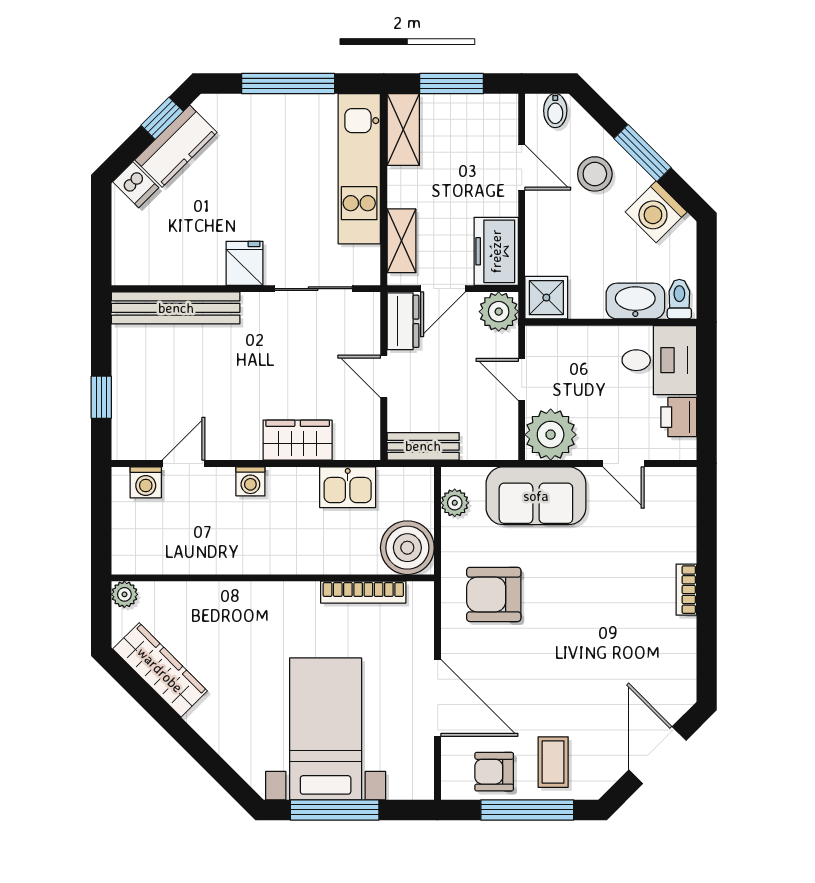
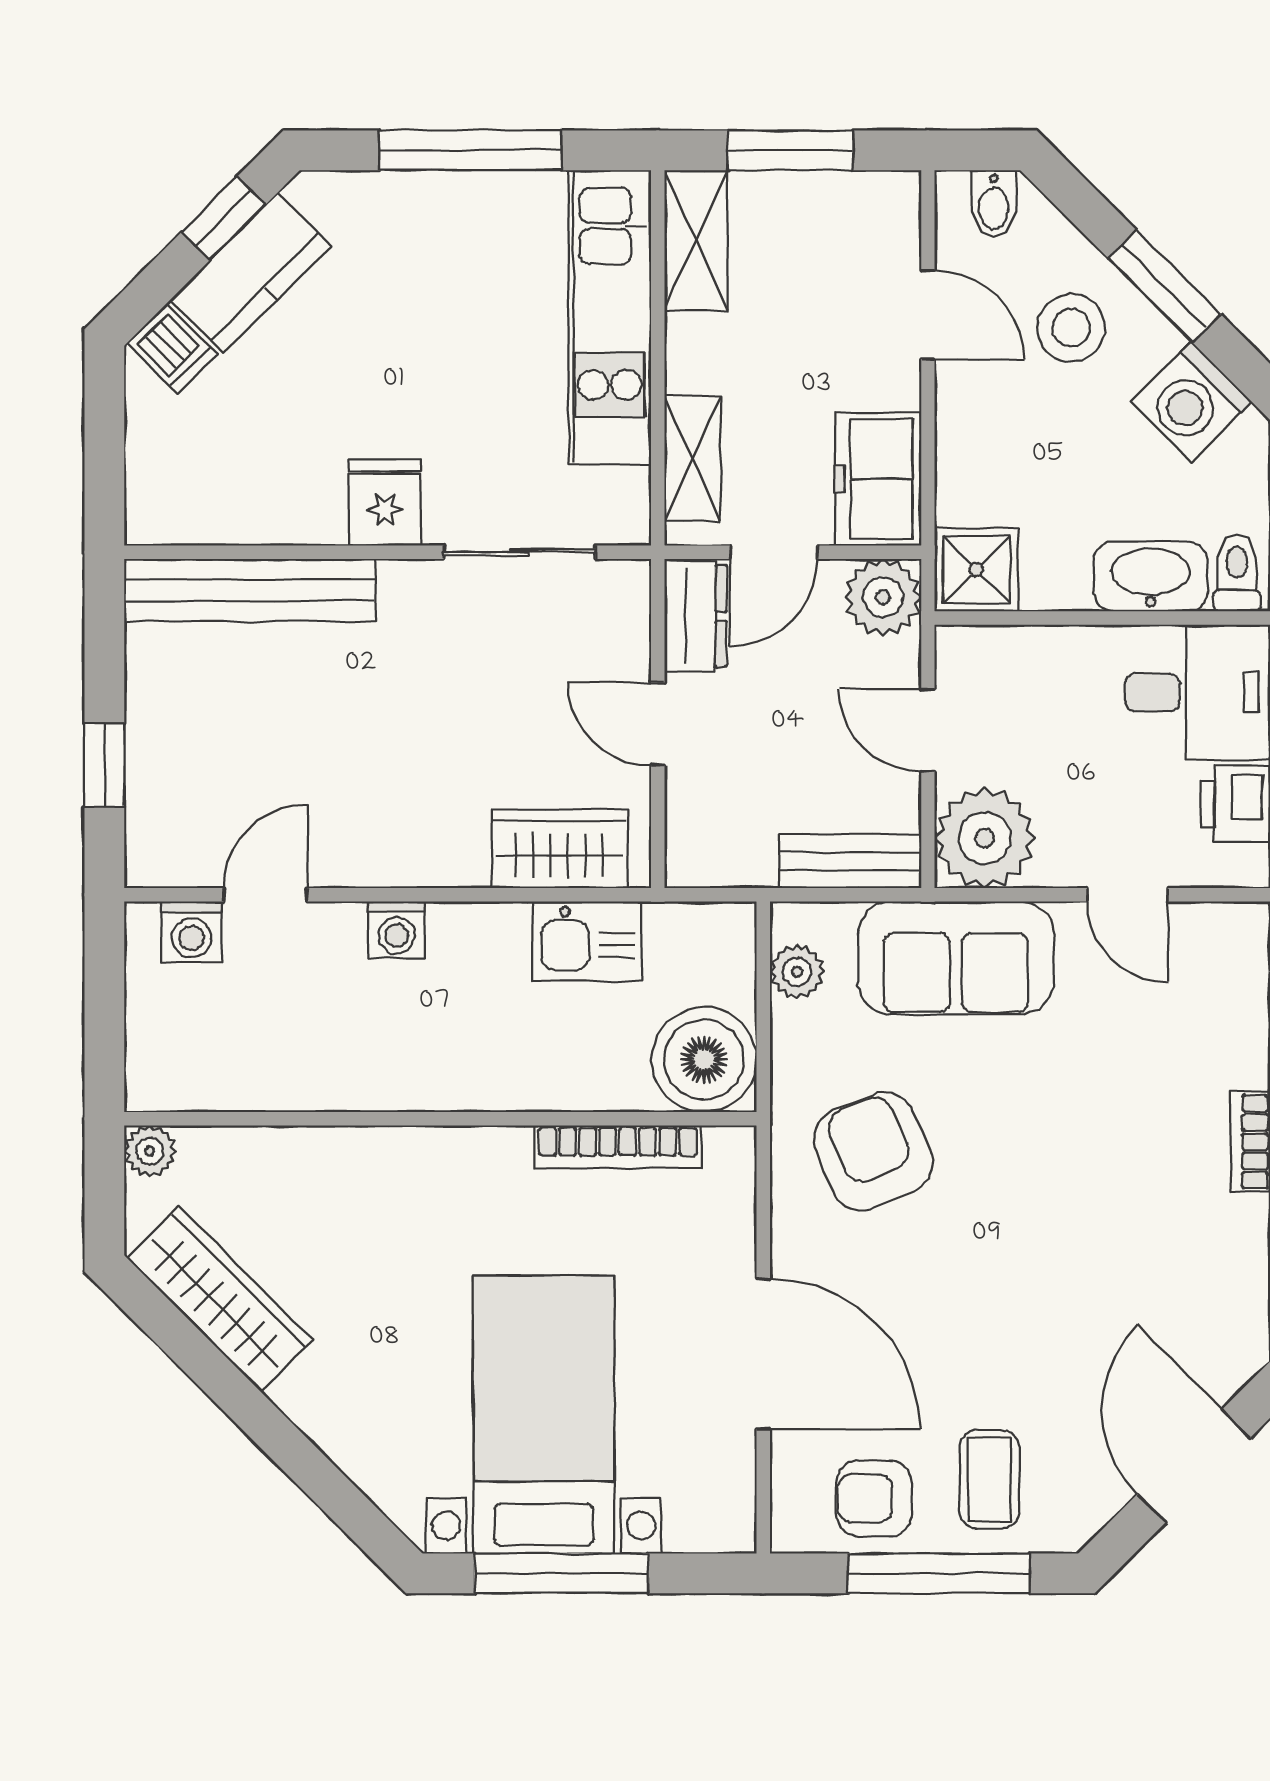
wardrobe: (298, 440) -> (559, 849), moved
bench: (423, 446) -> (850, 861), moved
armchair: (494, 594) -> (873, 1151), turned 67

